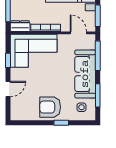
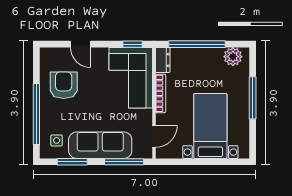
window: (98, 16) -> (177, 162), removed
window: (8, 60) -> (133, 44), moved
armchair: (50, 107) -> (64, 85), moved
window: (61, 123) -> (36, 114), width x3.17

